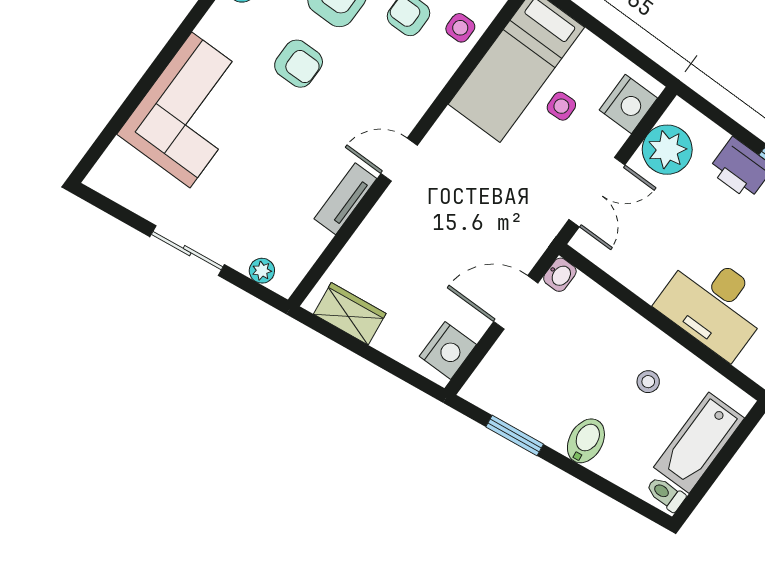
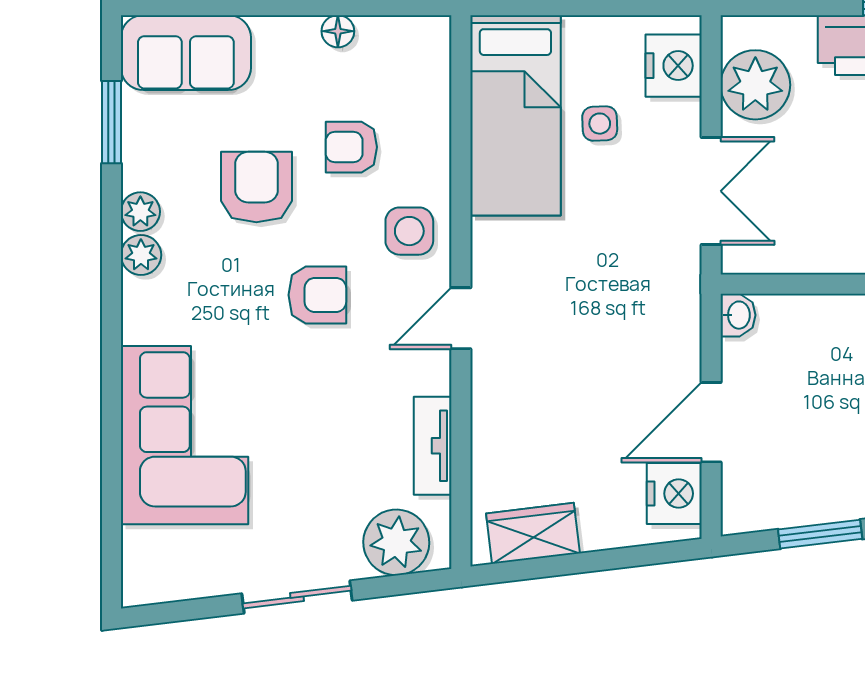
side table: (460, 28) -> (409, 231), moved, width x1.37, depth x1.37
armchair: (299, 64) -> (317, 295), moved
tv unit: (345, 199) -> (433, 446), moved
plant: (262, 271) -> (396, 542), width x1.88, depth x1.88
door: (516, 302) -> (711, 422), moved

